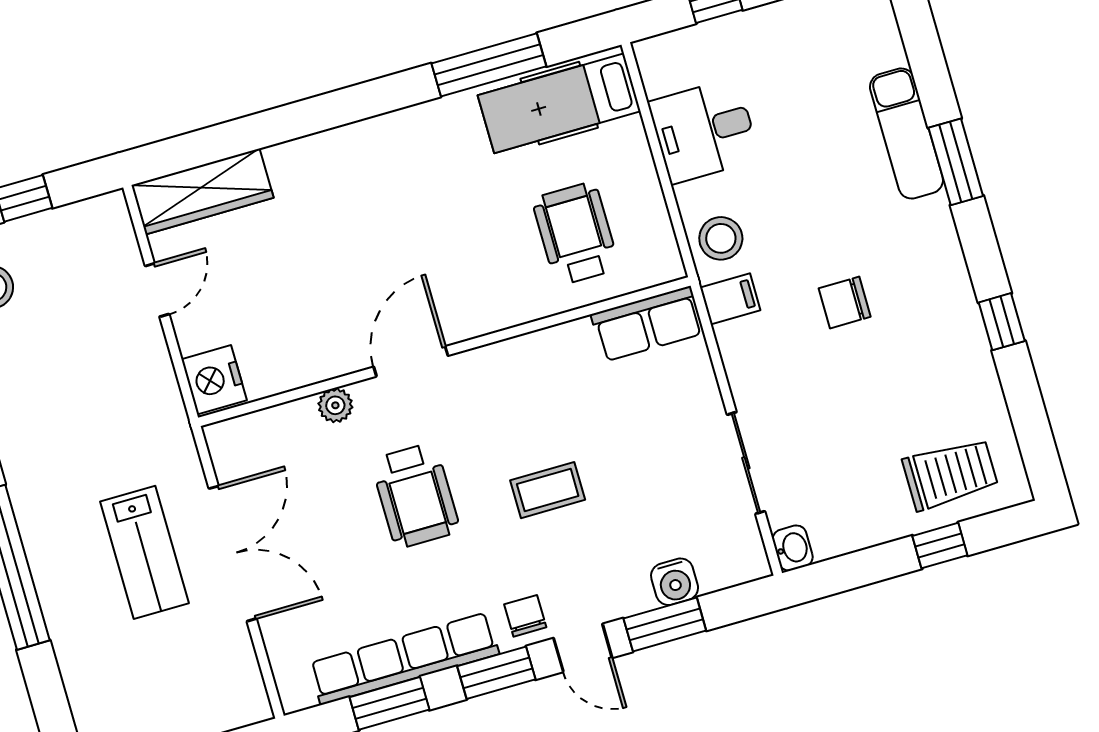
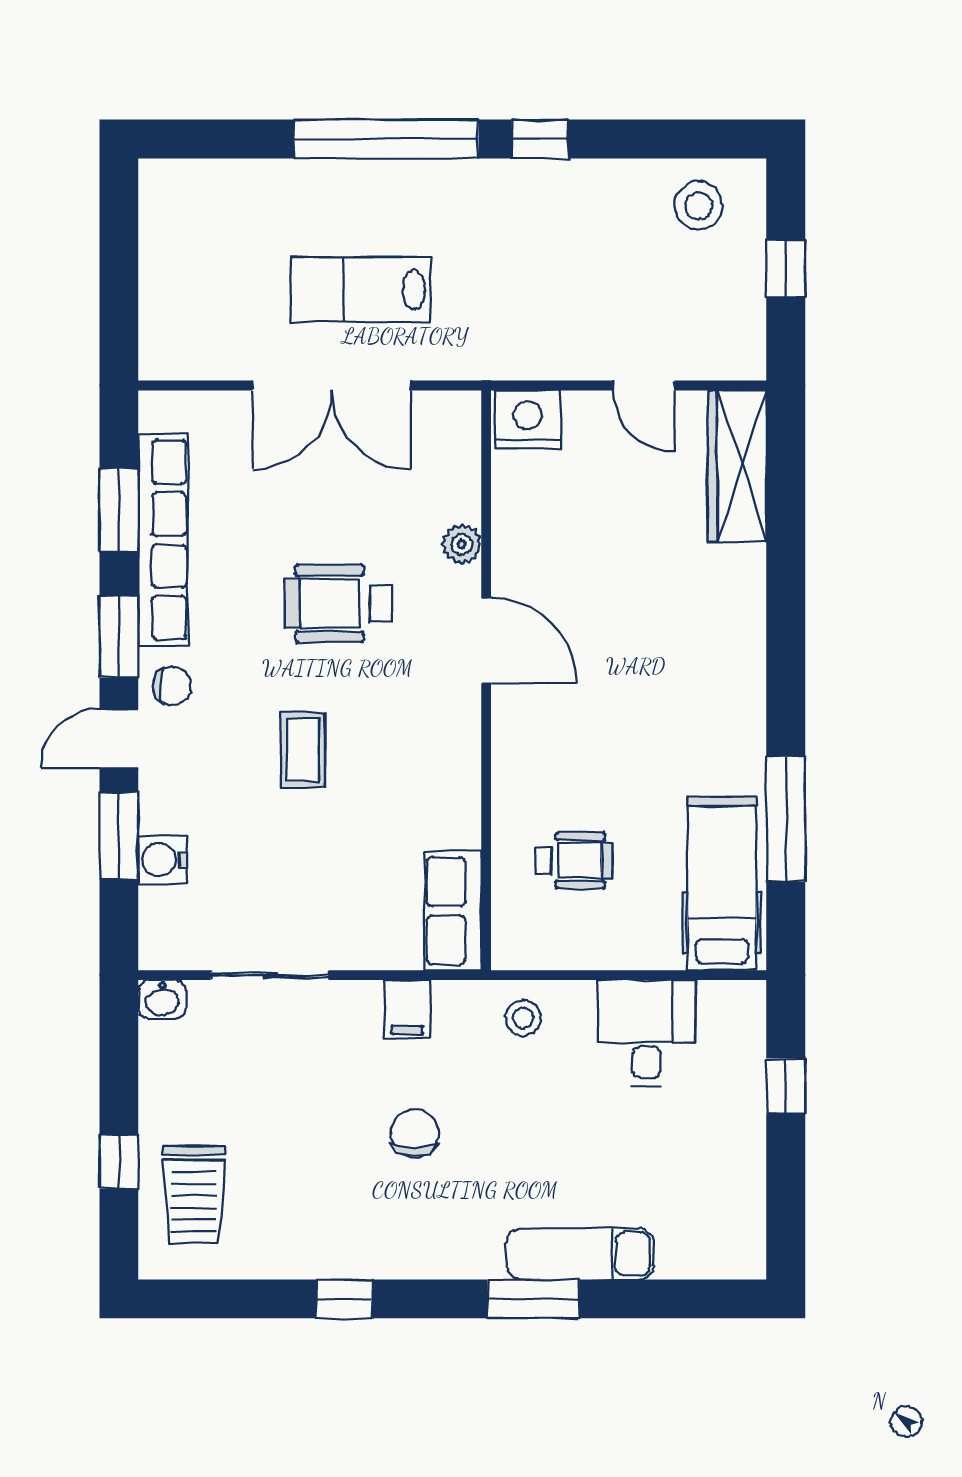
wheelchair: (576, 234) -> (574, 861), width x0.73, depth x0.73
stool: (721, 238) -> (523, 1018), width x0.73, depth x0.73
filing cabinet: (730, 299) -> (407, 1009), moved

